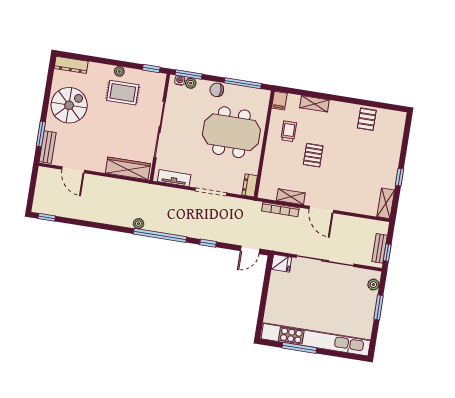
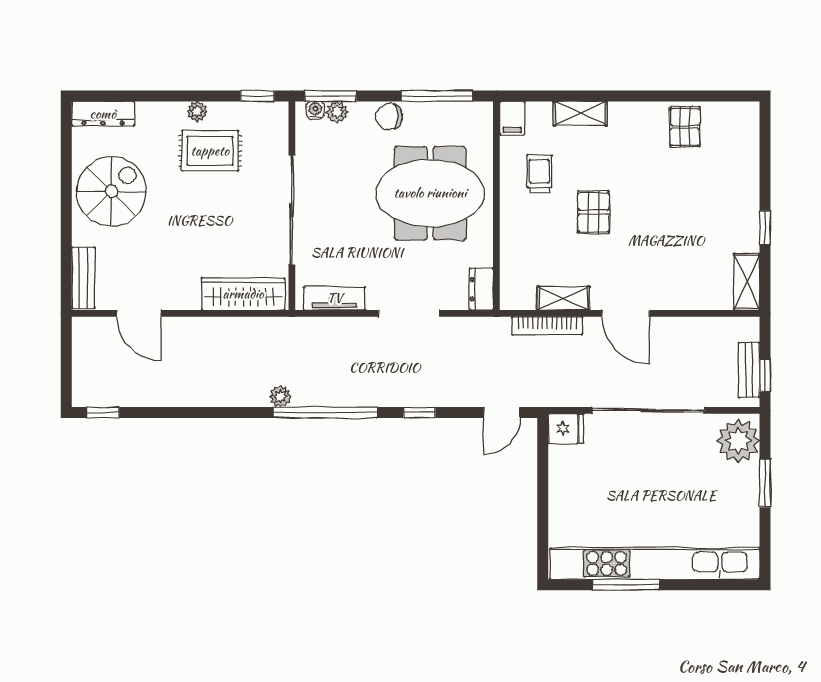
window: (41, 134) -> (66, 255), removed
plant: (373, 285) -> (738, 441), width x1.88, depth x1.88

